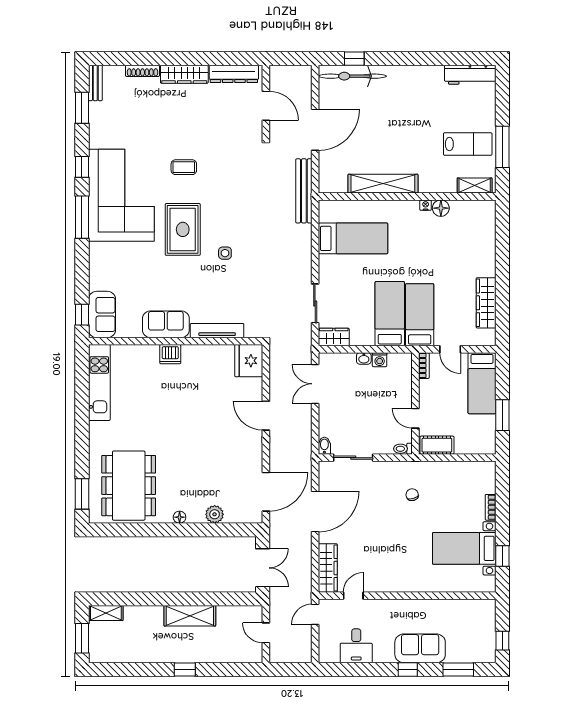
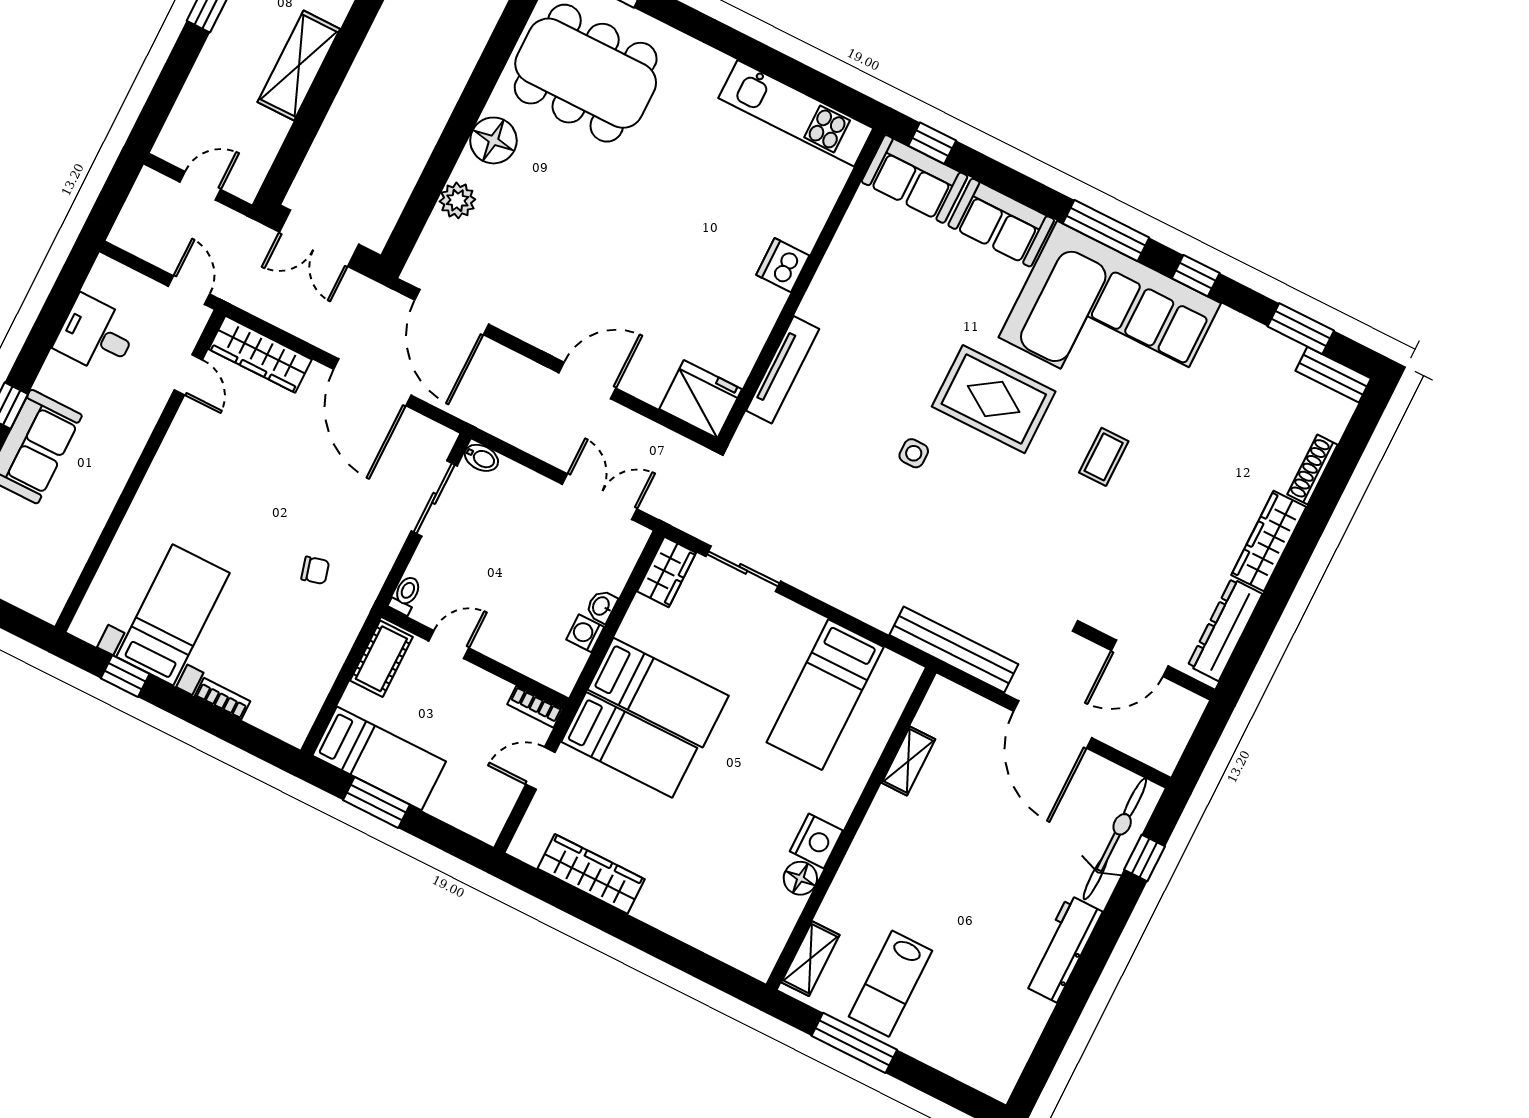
workbench: (470, 75) -> (1063, 949), moved
shelving: (383, 184) -> (908, 761), width x0.45, depth x0.75
nightstand: (426, 205) -> (816, 841), width x1.89, depth x1.79
sofa: (166, 324) -> (1001, 223), moved, turned 90
bed: (482, 383) -> (379, 758), moved, turned 180
floor lamp: (180, 517) -> (493, 140), width x1.89, depth x1.89

